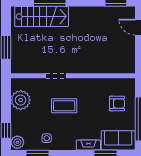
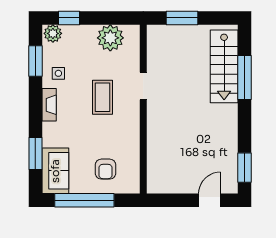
fireplace: (88, 145) -> (49, 105), moved

